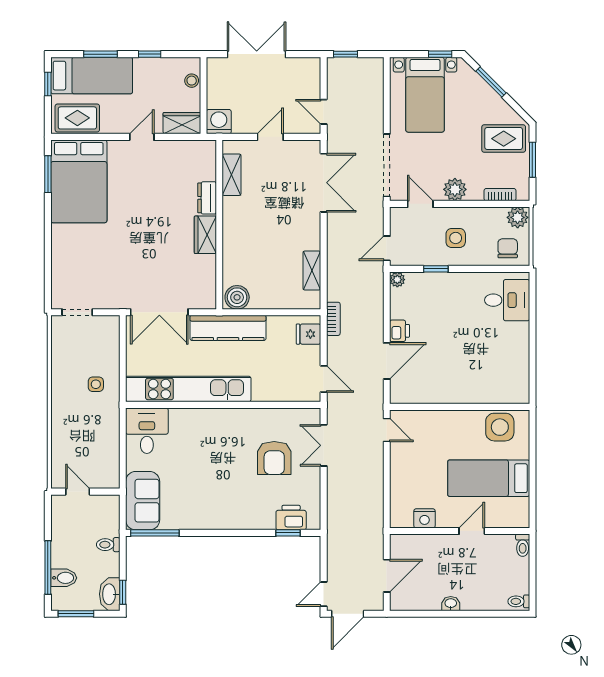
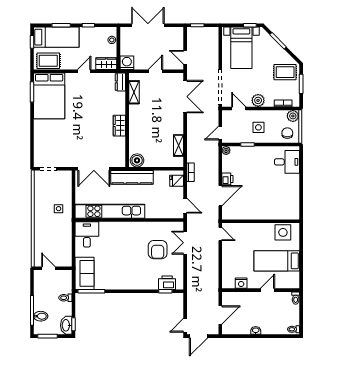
dresser: (207, 198) -> (120, 82), moved

